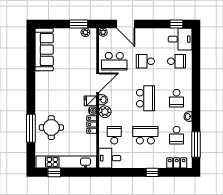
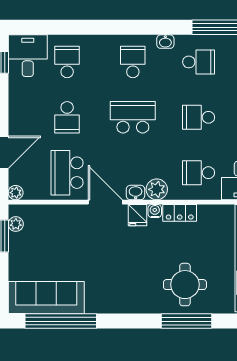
window: (31, 58) -> (61, 321), added
school desk: (114, 61) -> (67, 173), turned 180
school desk: (177, 98) -> (133, 62), turned -90
school desk: (145, 135) -> (199, 117), width x0.54

